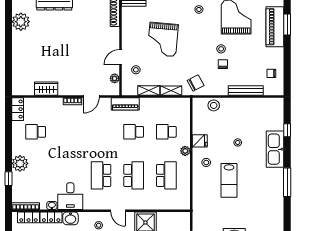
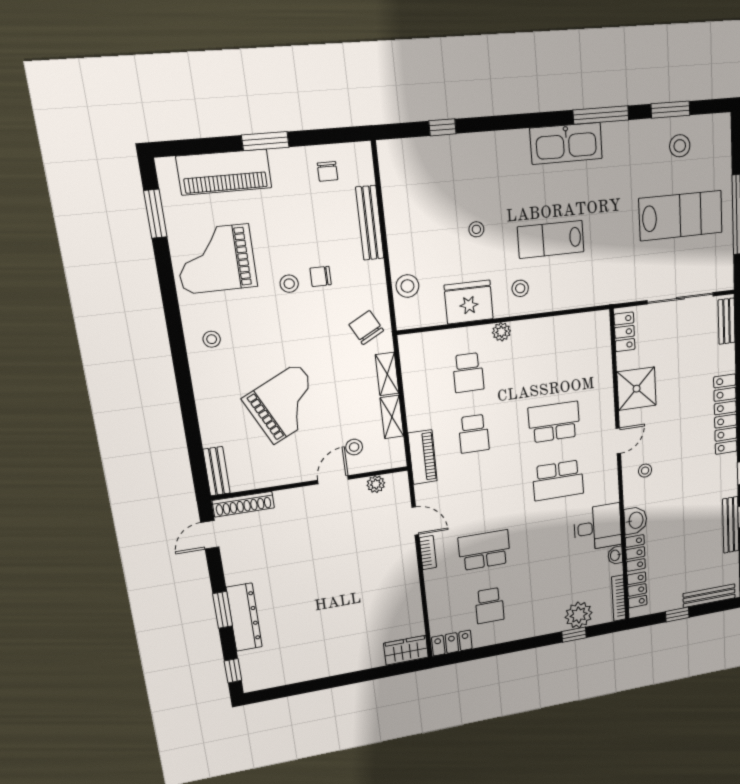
plant: (21, 22) -> (289, 669), removed
window: (287, 25) -> (265, 141), moved
grand piano: (163, 39) -> (286, 404), turned -31
door: (120, 57) -> (333, 480), swing flipped
wardrobe: (46, 89) -> (406, 650), moved, turned 90
fridge: (200, 141) -> (469, 302), width x1.88, depth x1.34
kitchen sink: (275, 149) -> (566, 143), moved
plant: (20, 163) -> (579, 615), moved
school desk: (166, 175) -> (484, 550), moved
lab bench: (229, 180) -> (551, 239), turned 180
window: (287, 182) -> (601, 115), moved
locker: (177, 217) -> (624, 332), added

